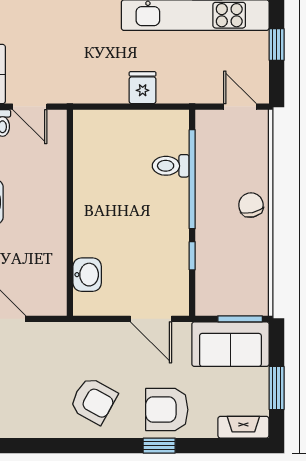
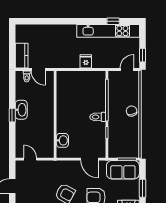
window: (277, 44) -> (142, 55), moved
door: (240, 107) -> (127, 69), hinge flipped
toilet: (171, 166) -> (98, 117), moved

